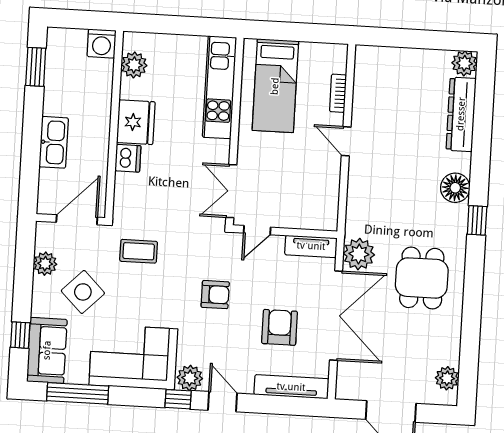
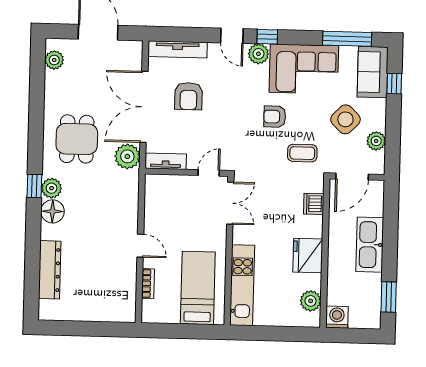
plant: (464, 63) -> (52, 188), moved
kitchen sink: (54, 142) -> (370, 245), width x1.36, depth x1.24
dishwasher: (128, 158) -> (314, 204), moved
armchair: (215, 295) -> (275, 117), moved

